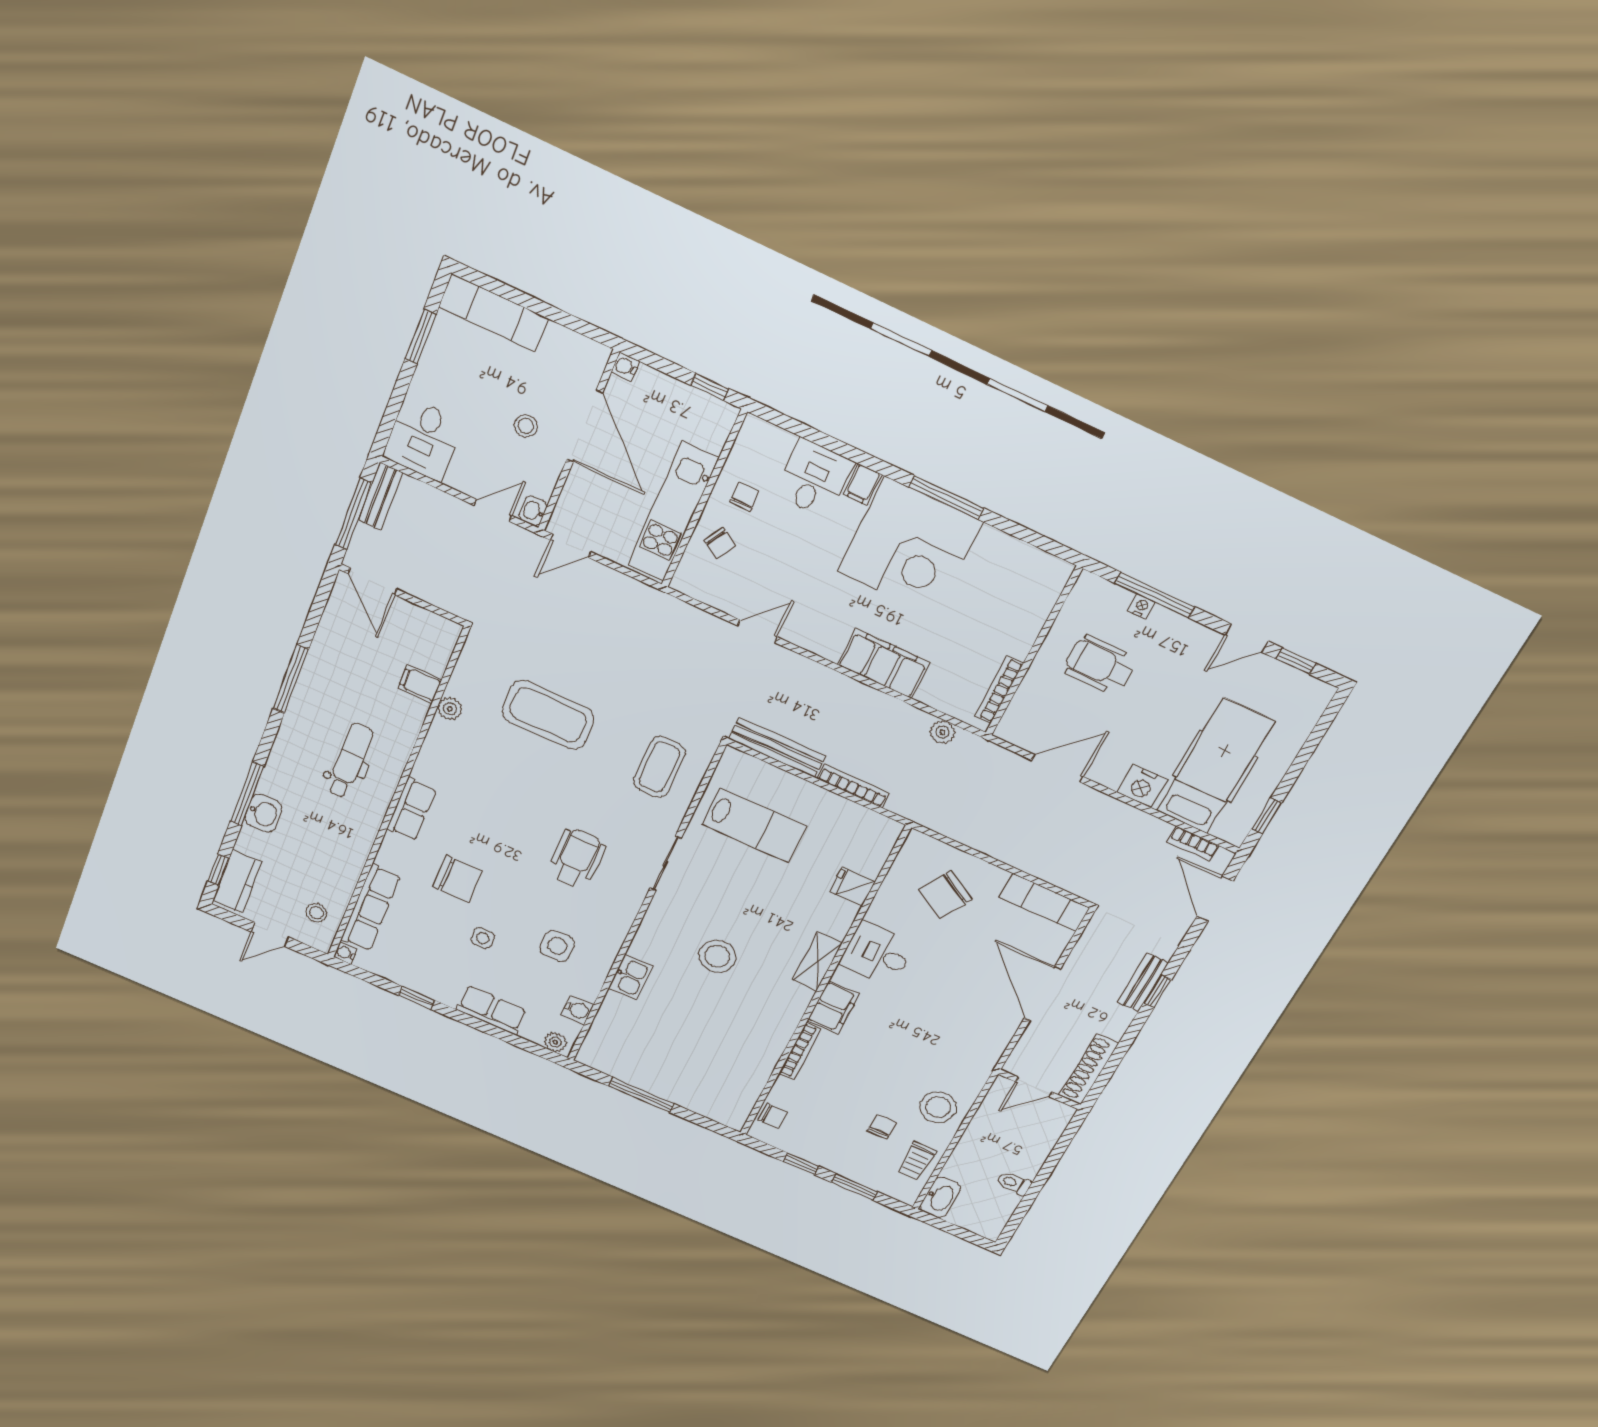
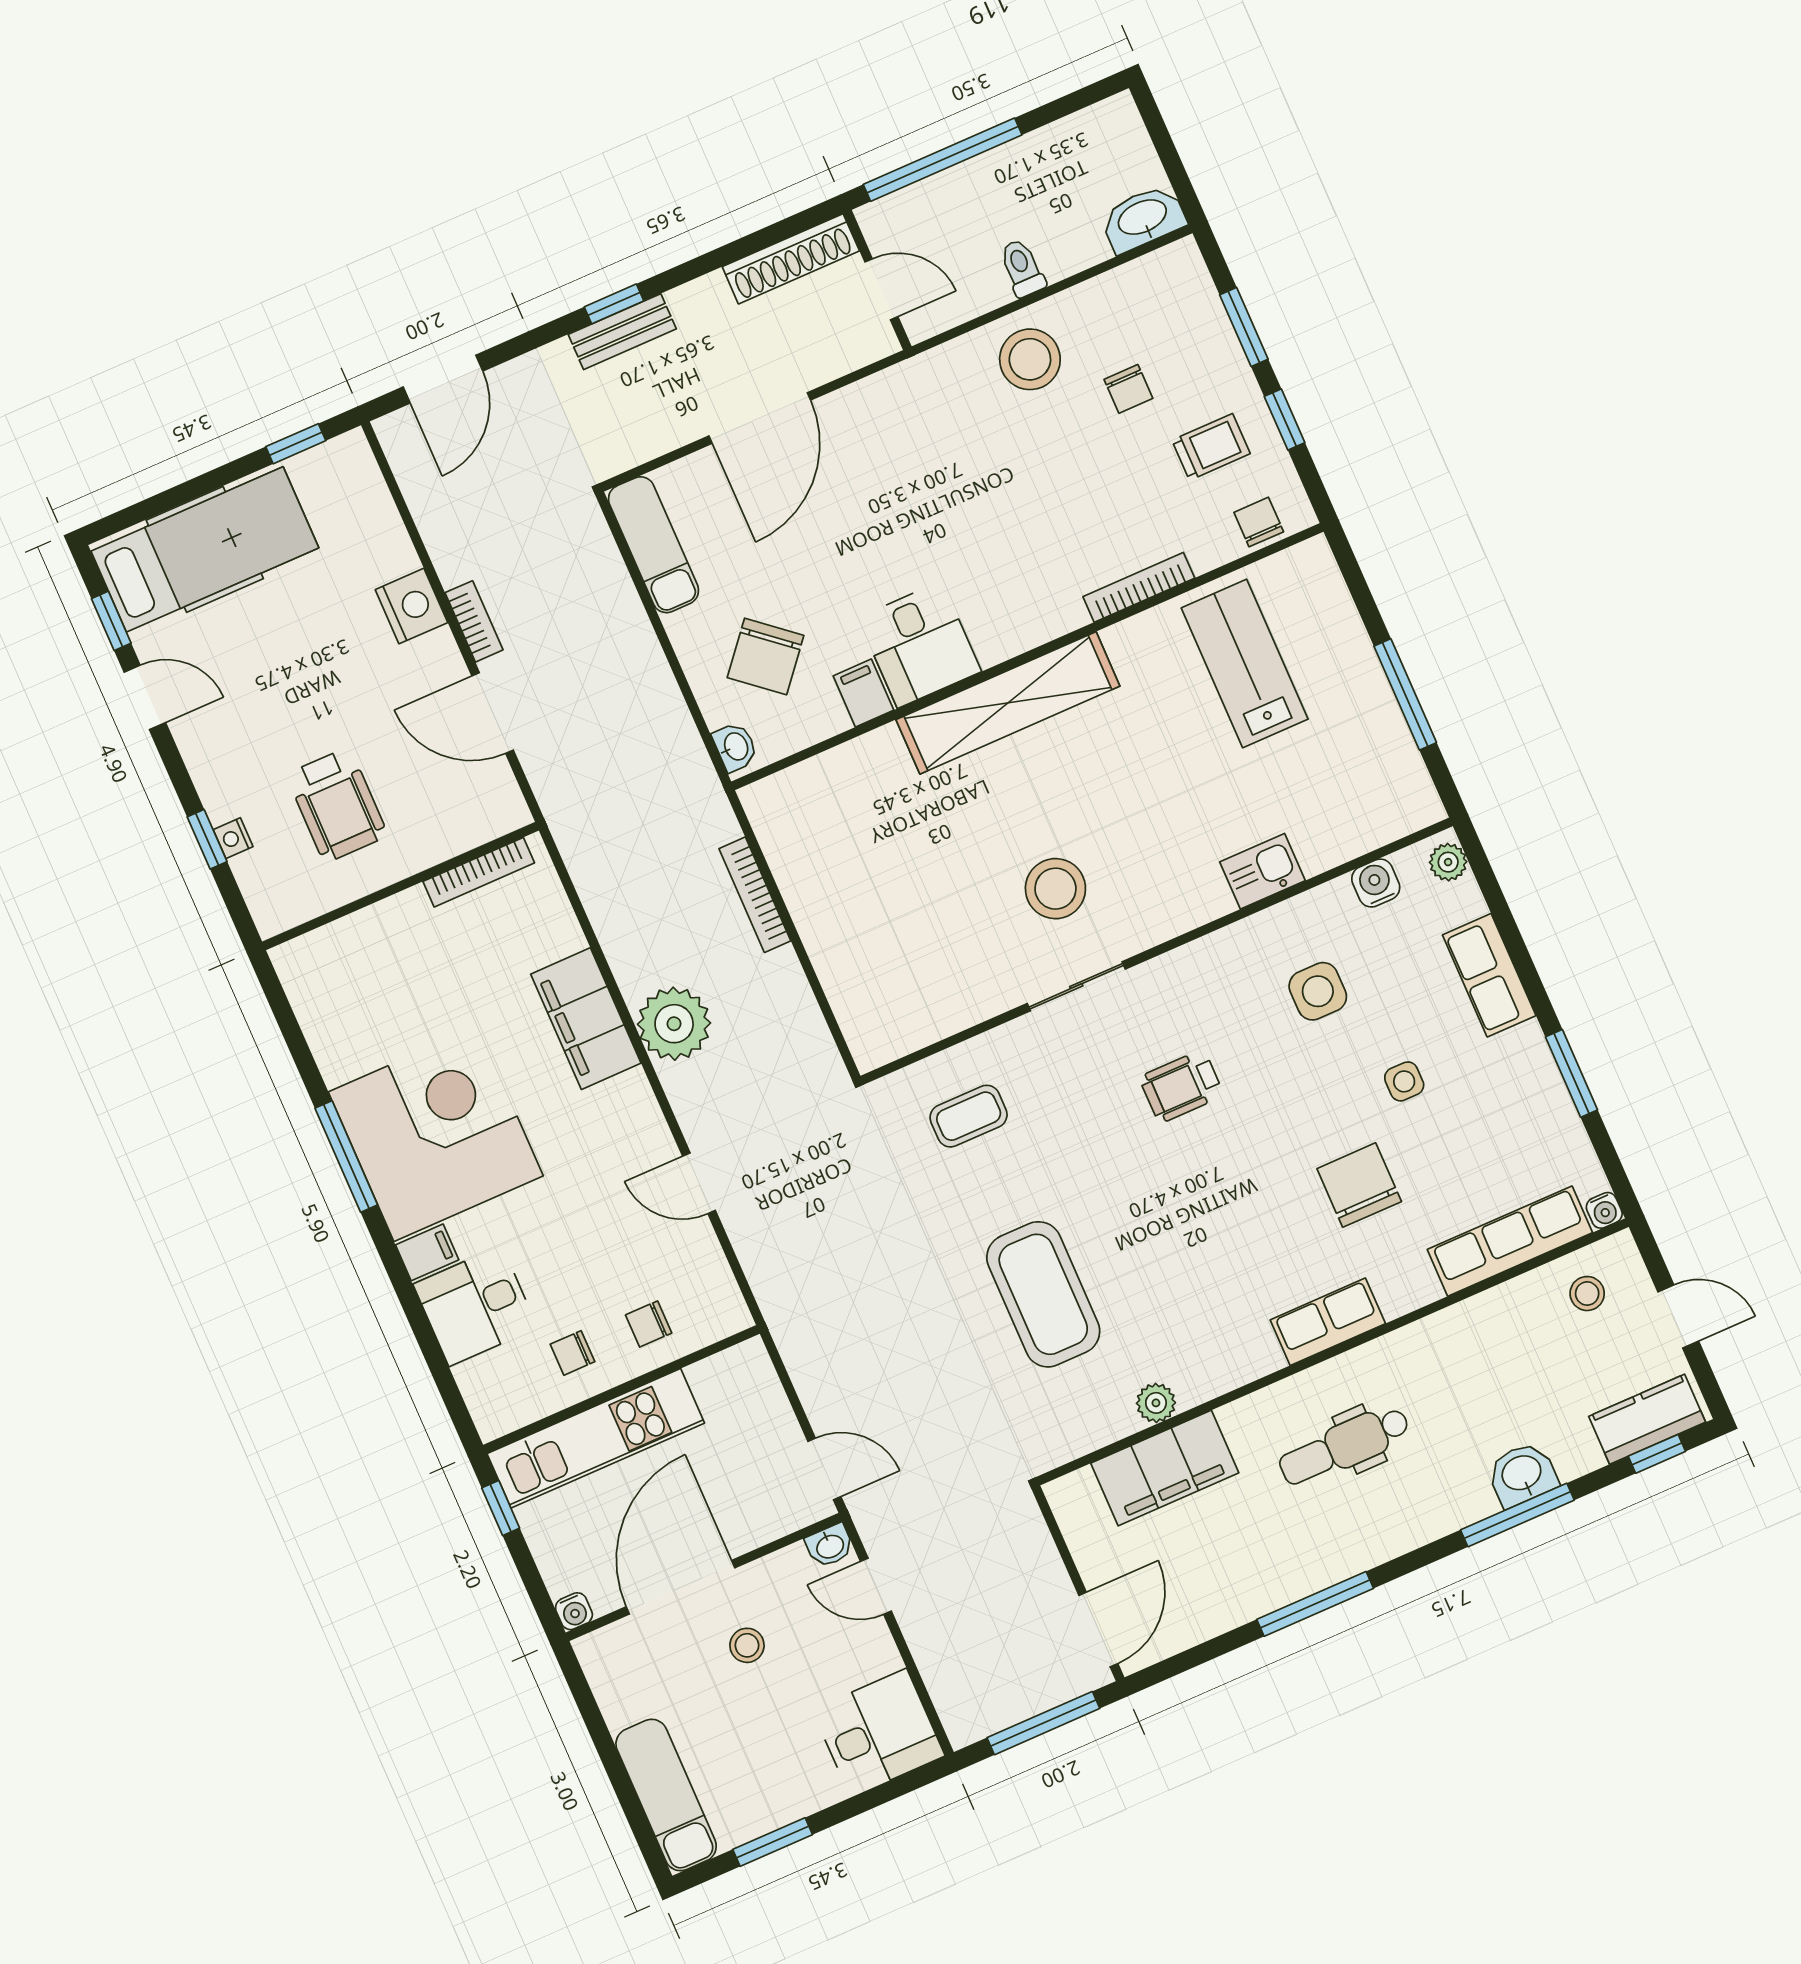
bench: (380, 496) -> (992, 1715), removed
kitchen unit: (673, 512) -> (596, 1438), moved
chair: (720, 543) -> (649, 1324), turned -121
window: (1155, 595) -> (207, 839), width x0.46
filing cabinet: (420, 684) -> (1165, 1468), width x3.00, depth x1.17
plant: (942, 732) -> (674, 1024), moved, width x1.87, depth x1.87
bench: (777, 747) -> (803, 1021), removed
hospital bed: (1215, 766) -> (205, 549), moved, turned 180
coffee table: (659, 767) -> (969, 1116), width x0.73, depth x0.77
lab bench: (754, 825) -> (1245, 664), moved
washbasin: (924, 844) -> (735, 747), added
bookcase: (1193, 844) -> (474, 621), moved
wheelchair: (576, 858) -> (1181, 1086), width x0.73, depth x0.73
fridge: (852, 887) -> (872, 762), removed
chair: (945, 894) -> (766, 657), turned 100
stool: (717, 956) -> (1055, 889), moved
shelving: (817, 962) -> (1008, 703), width x2.20, depth x1.33
window: (417, 998) -> (1572, 1073), width x1.50
filing cabinet: (833, 1007) -> (863, 693), moved, width x0.50
chair: (882, 1127) -> (1128, 389), turned -90
window: (1054, 1158) -> (943, 160), added
trolley: (916, 1161) -> (1211, 447), moved
toilet: (1014, 1183) -> (1022, 268), moved, turned 180

